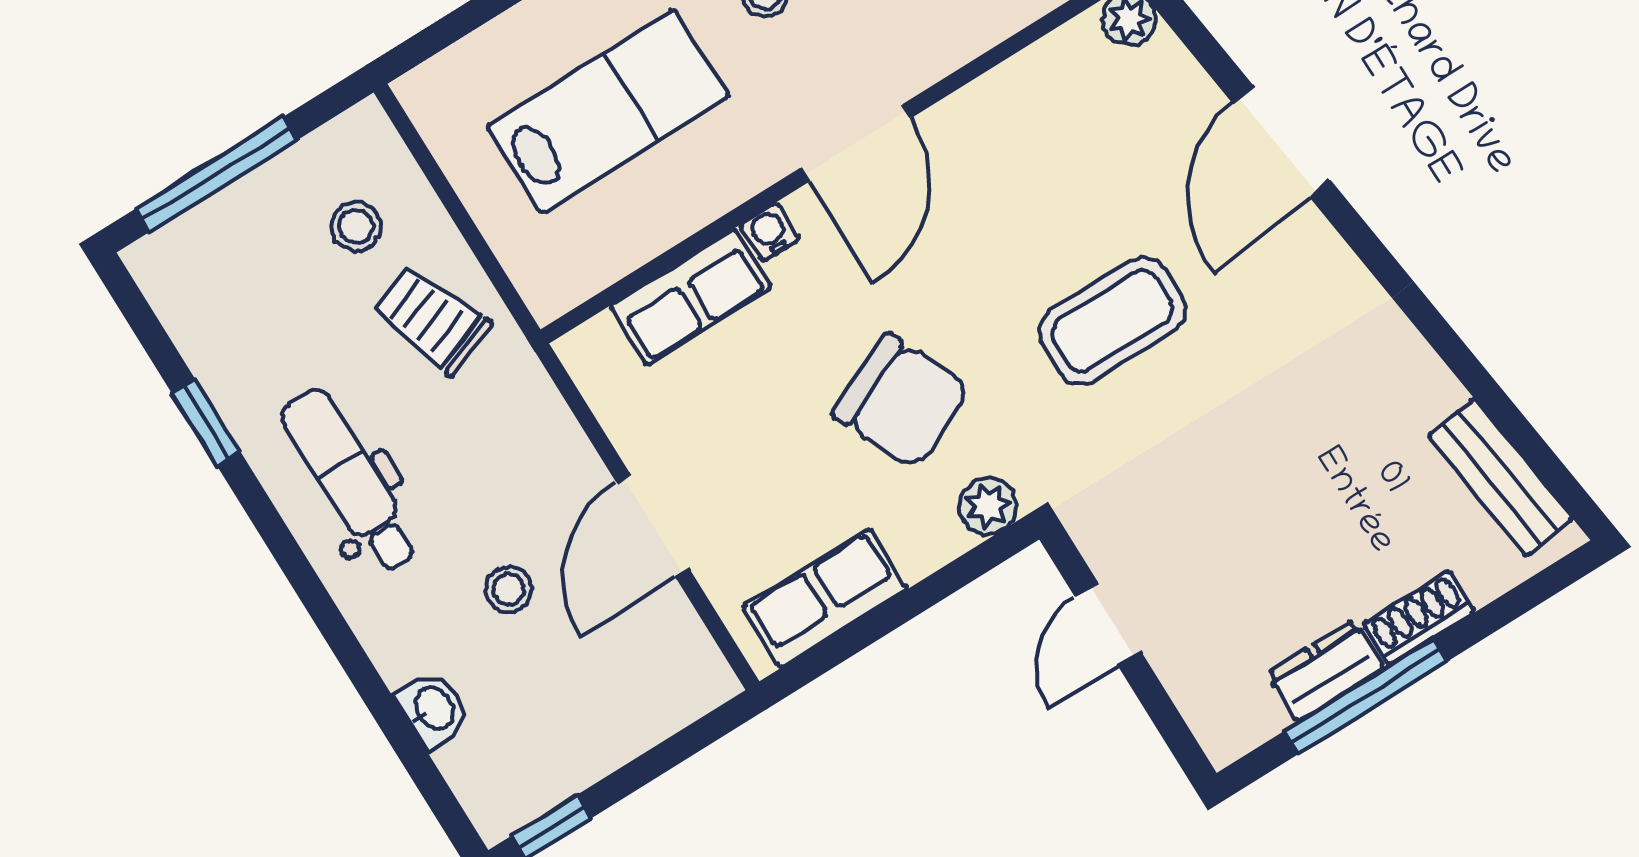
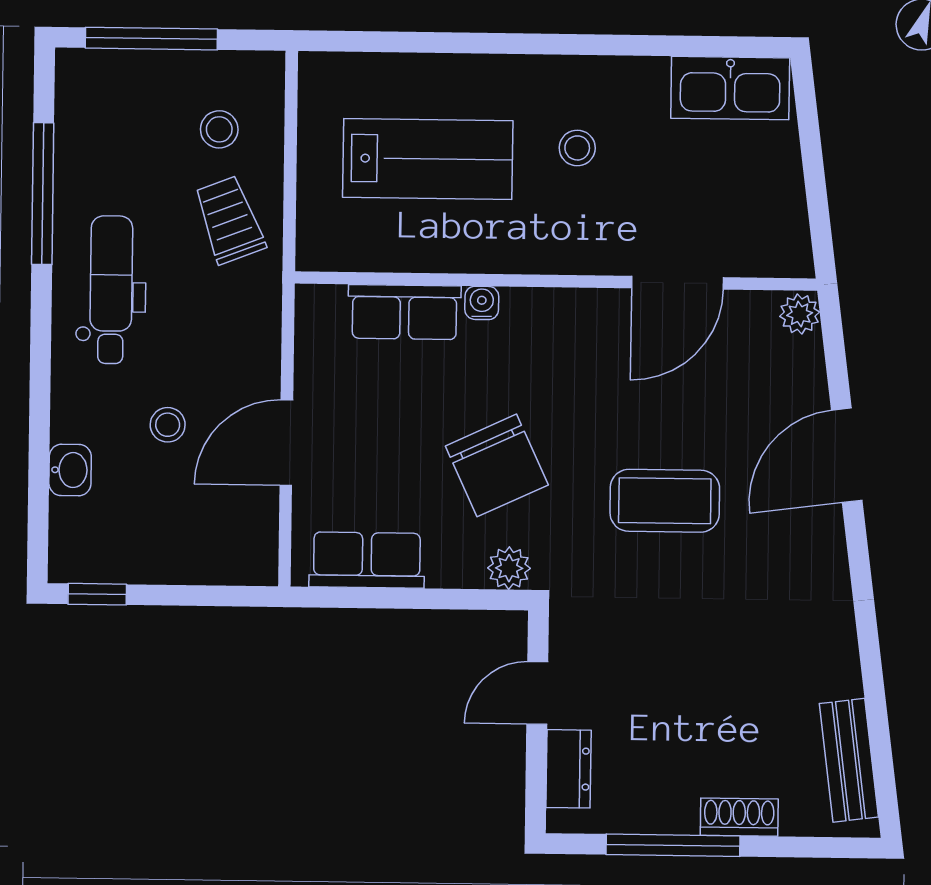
door: (856, 143) -> (677, 283), moved
window: (206, 423) -> (43, 194), width x2.17
dresser: (1326, 671) -> (569, 769), moved, turned 90

